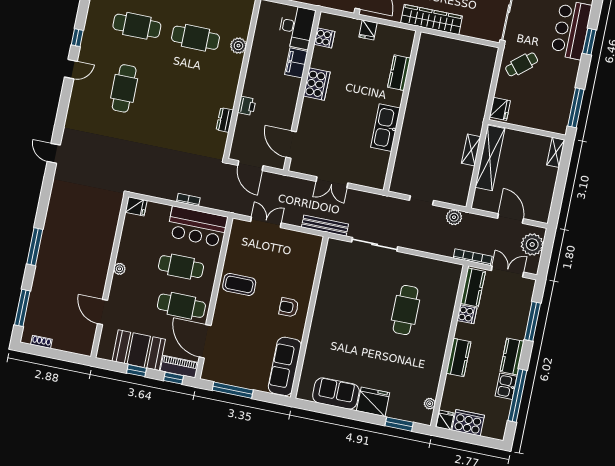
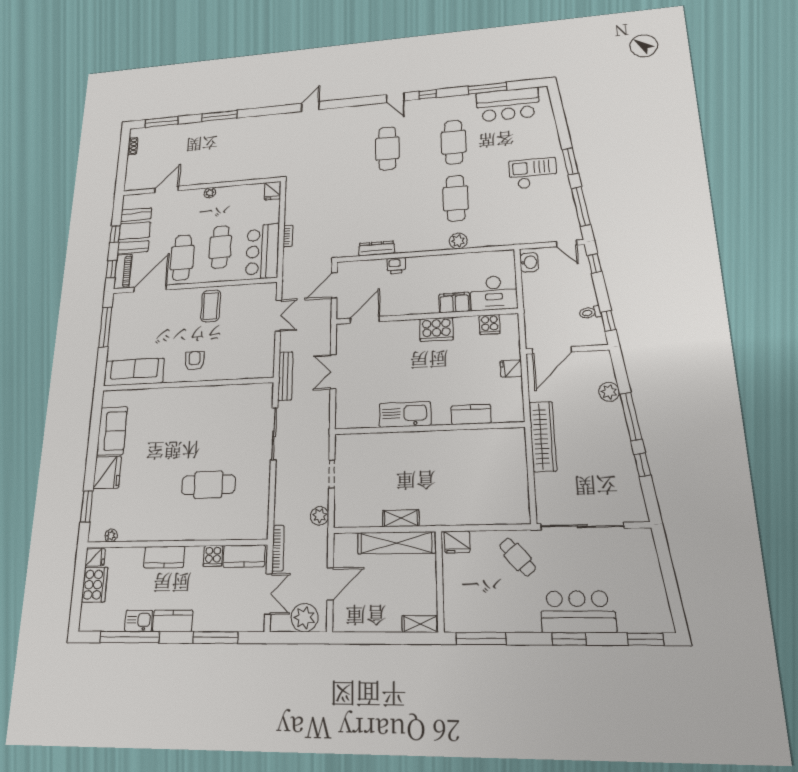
cafe table: (124, 88) -> (387, 148), turned 90
dresser: (225, 120) -> (376, 248), width x1.44

